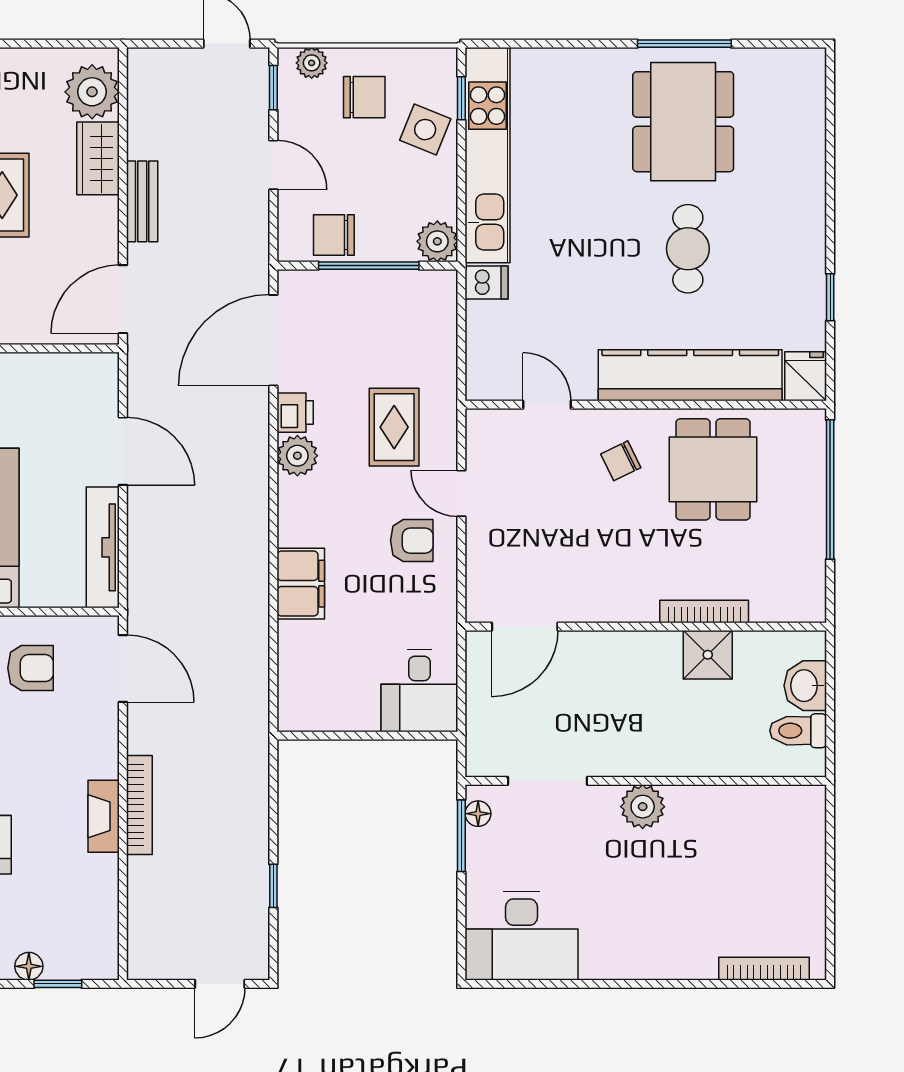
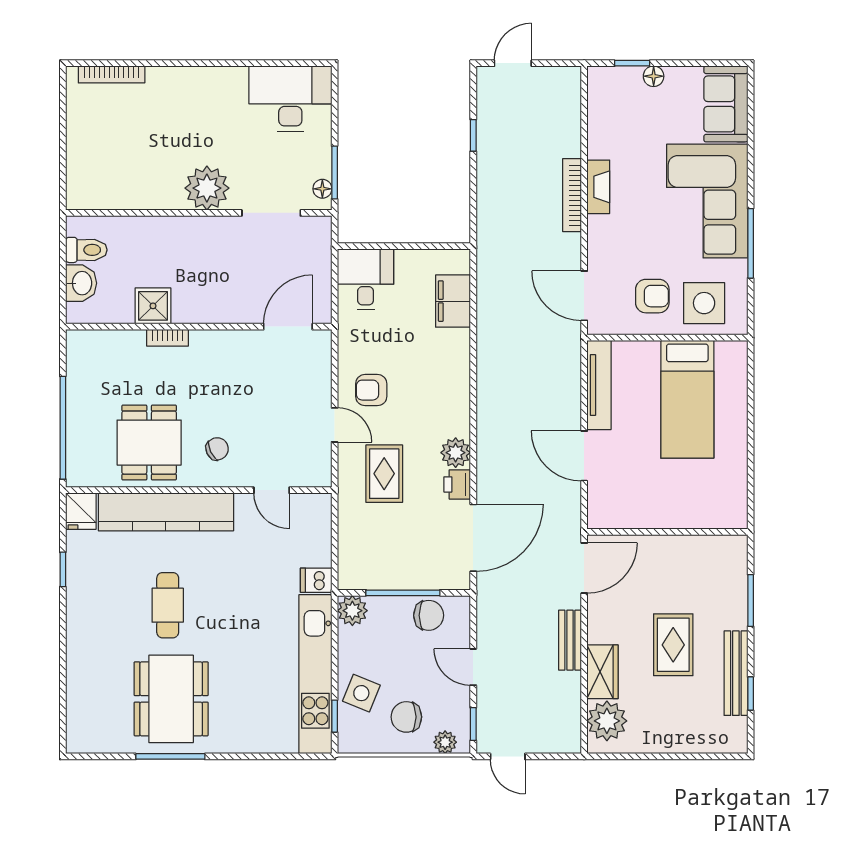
filing cabinet: (301, 584) -> (453, 301), moved
bookcase: (704, 612) -> (167, 338), width x0.64
armchair: (30, 668) -> (652, 296), turned 180
plant: (643, 807) -> (207, 188), width x1.36, depth x1.36

